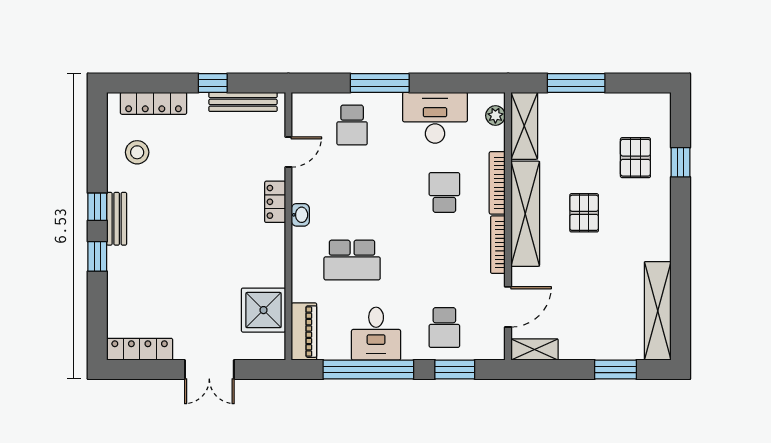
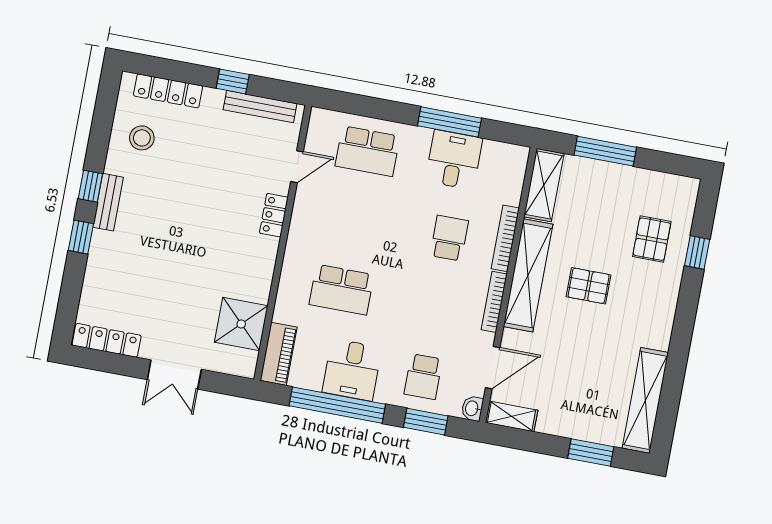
window: (380, 83) -> (450, 122), moved
plant: (495, 116) -> (516, 169), removed
desk: (435, 118) -> (454, 160), width x0.73
school desk: (352, 125) -> (367, 151), width x1.85
pallet: (584, 213) -> (589, 286), turned 90
washbasin: (300, 215) -> (472, 408), moved, turned 180

